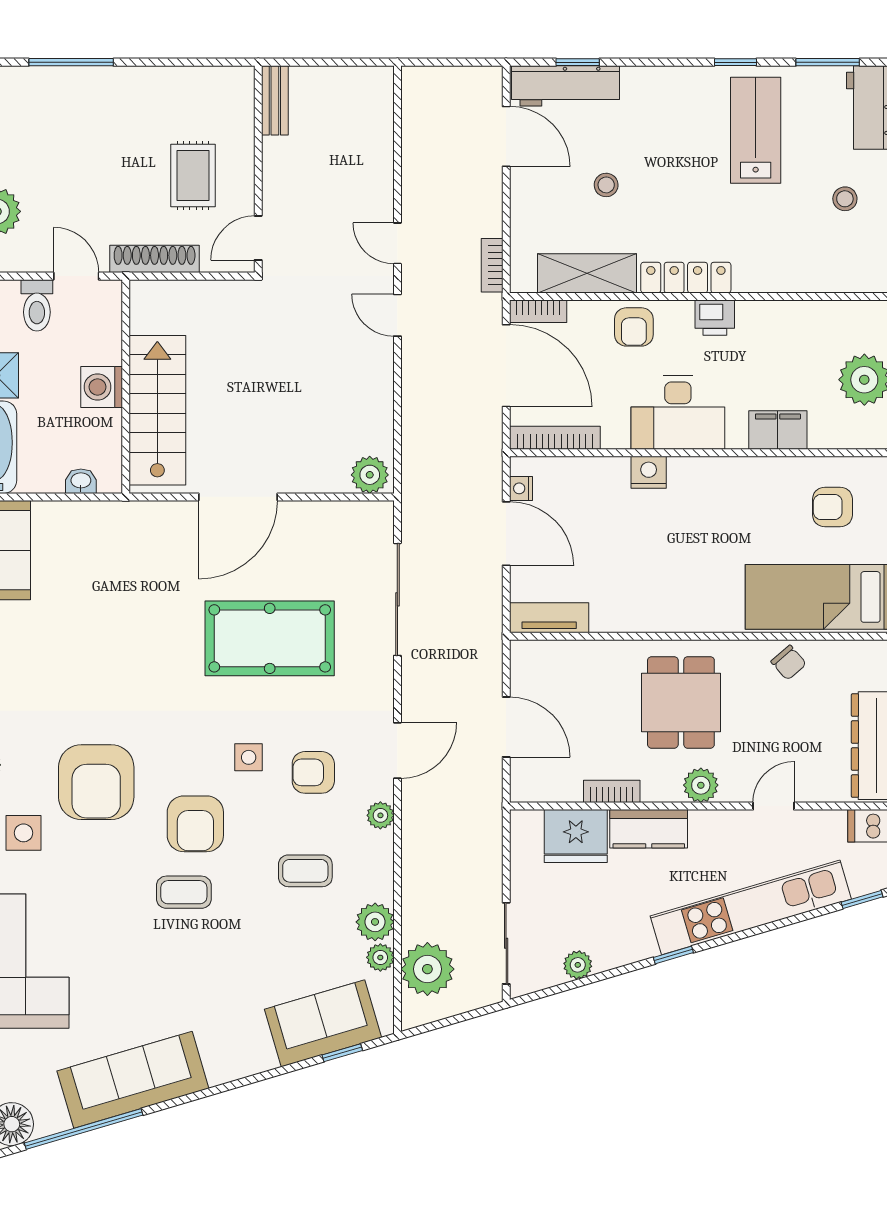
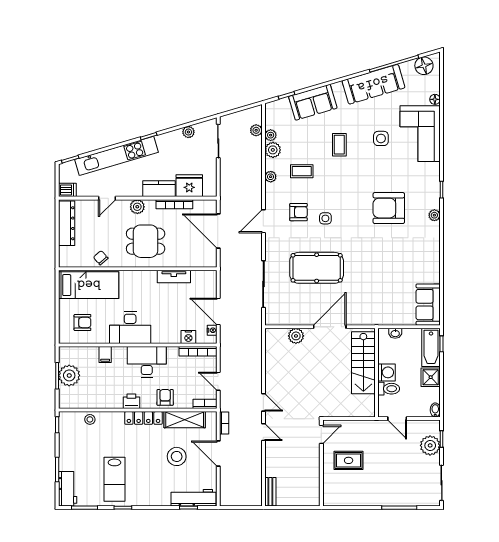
bench: (275, 100) -> (270, 492), moved
door: (506, 136) -> (218, 454), moved
rug: (193, 176) -> (349, 460), turned 90
stool: (606, 185) -> (177, 456), width x1.89, depth x1.89
stool: (845, 199) -> (90, 419), moved
shoe rack: (155, 259) -> (365, 426), removed
toilet: (37, 305) -> (389, 389), moved, turned 90
door: (506, 366) -> (218, 381), width x0.53
filing cabinet: (778, 430) -> (105, 355), width x0.50
nightstand: (649, 472) -> (188, 337), moved
plant: (370, 475) -> (296, 336), moved
desk: (718, 495) -> (130, 328), added
tv unit: (549, 618) -> (174, 276), moved
dining table: (681, 702) -> (146, 241), turned 90
door: (506, 727) -> (218, 231), width x1.36
armchair: (96, 782) -> (389, 208), turned -90
bookcase: (612, 791) -> (174, 204), width x1.56
plant: (380, 815) -> (271, 177), moved
armchair: (195, 824) -> (348, 191), removed
side table: (24, 833) -> (381, 138), moved
coffee table: (184, 892) -> (339, 145), moved, turned 90
plant: (427, 969) -> (256, 130), width x0.53, depth x0.53
sofa: (323, 1023) -> (313, 102), moved

